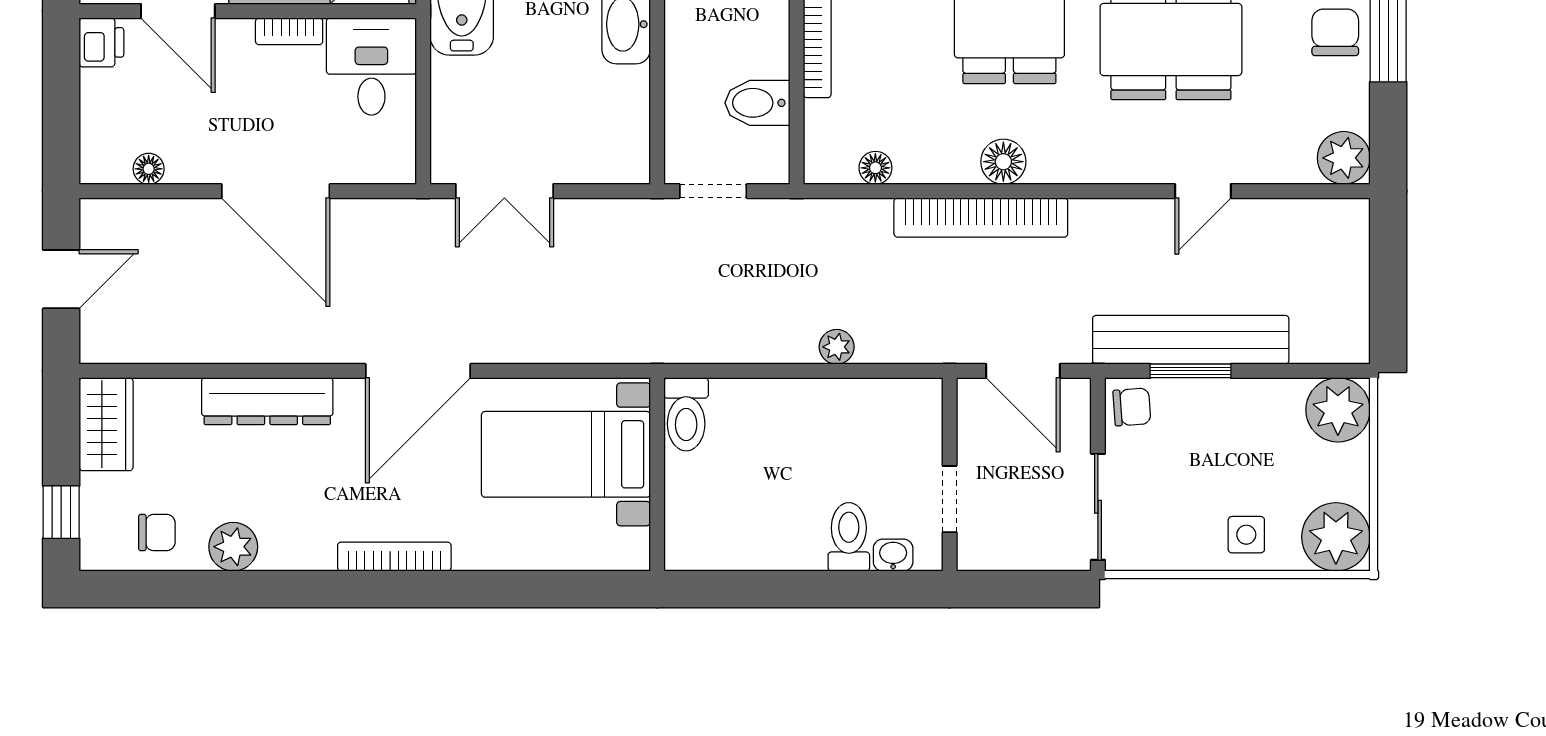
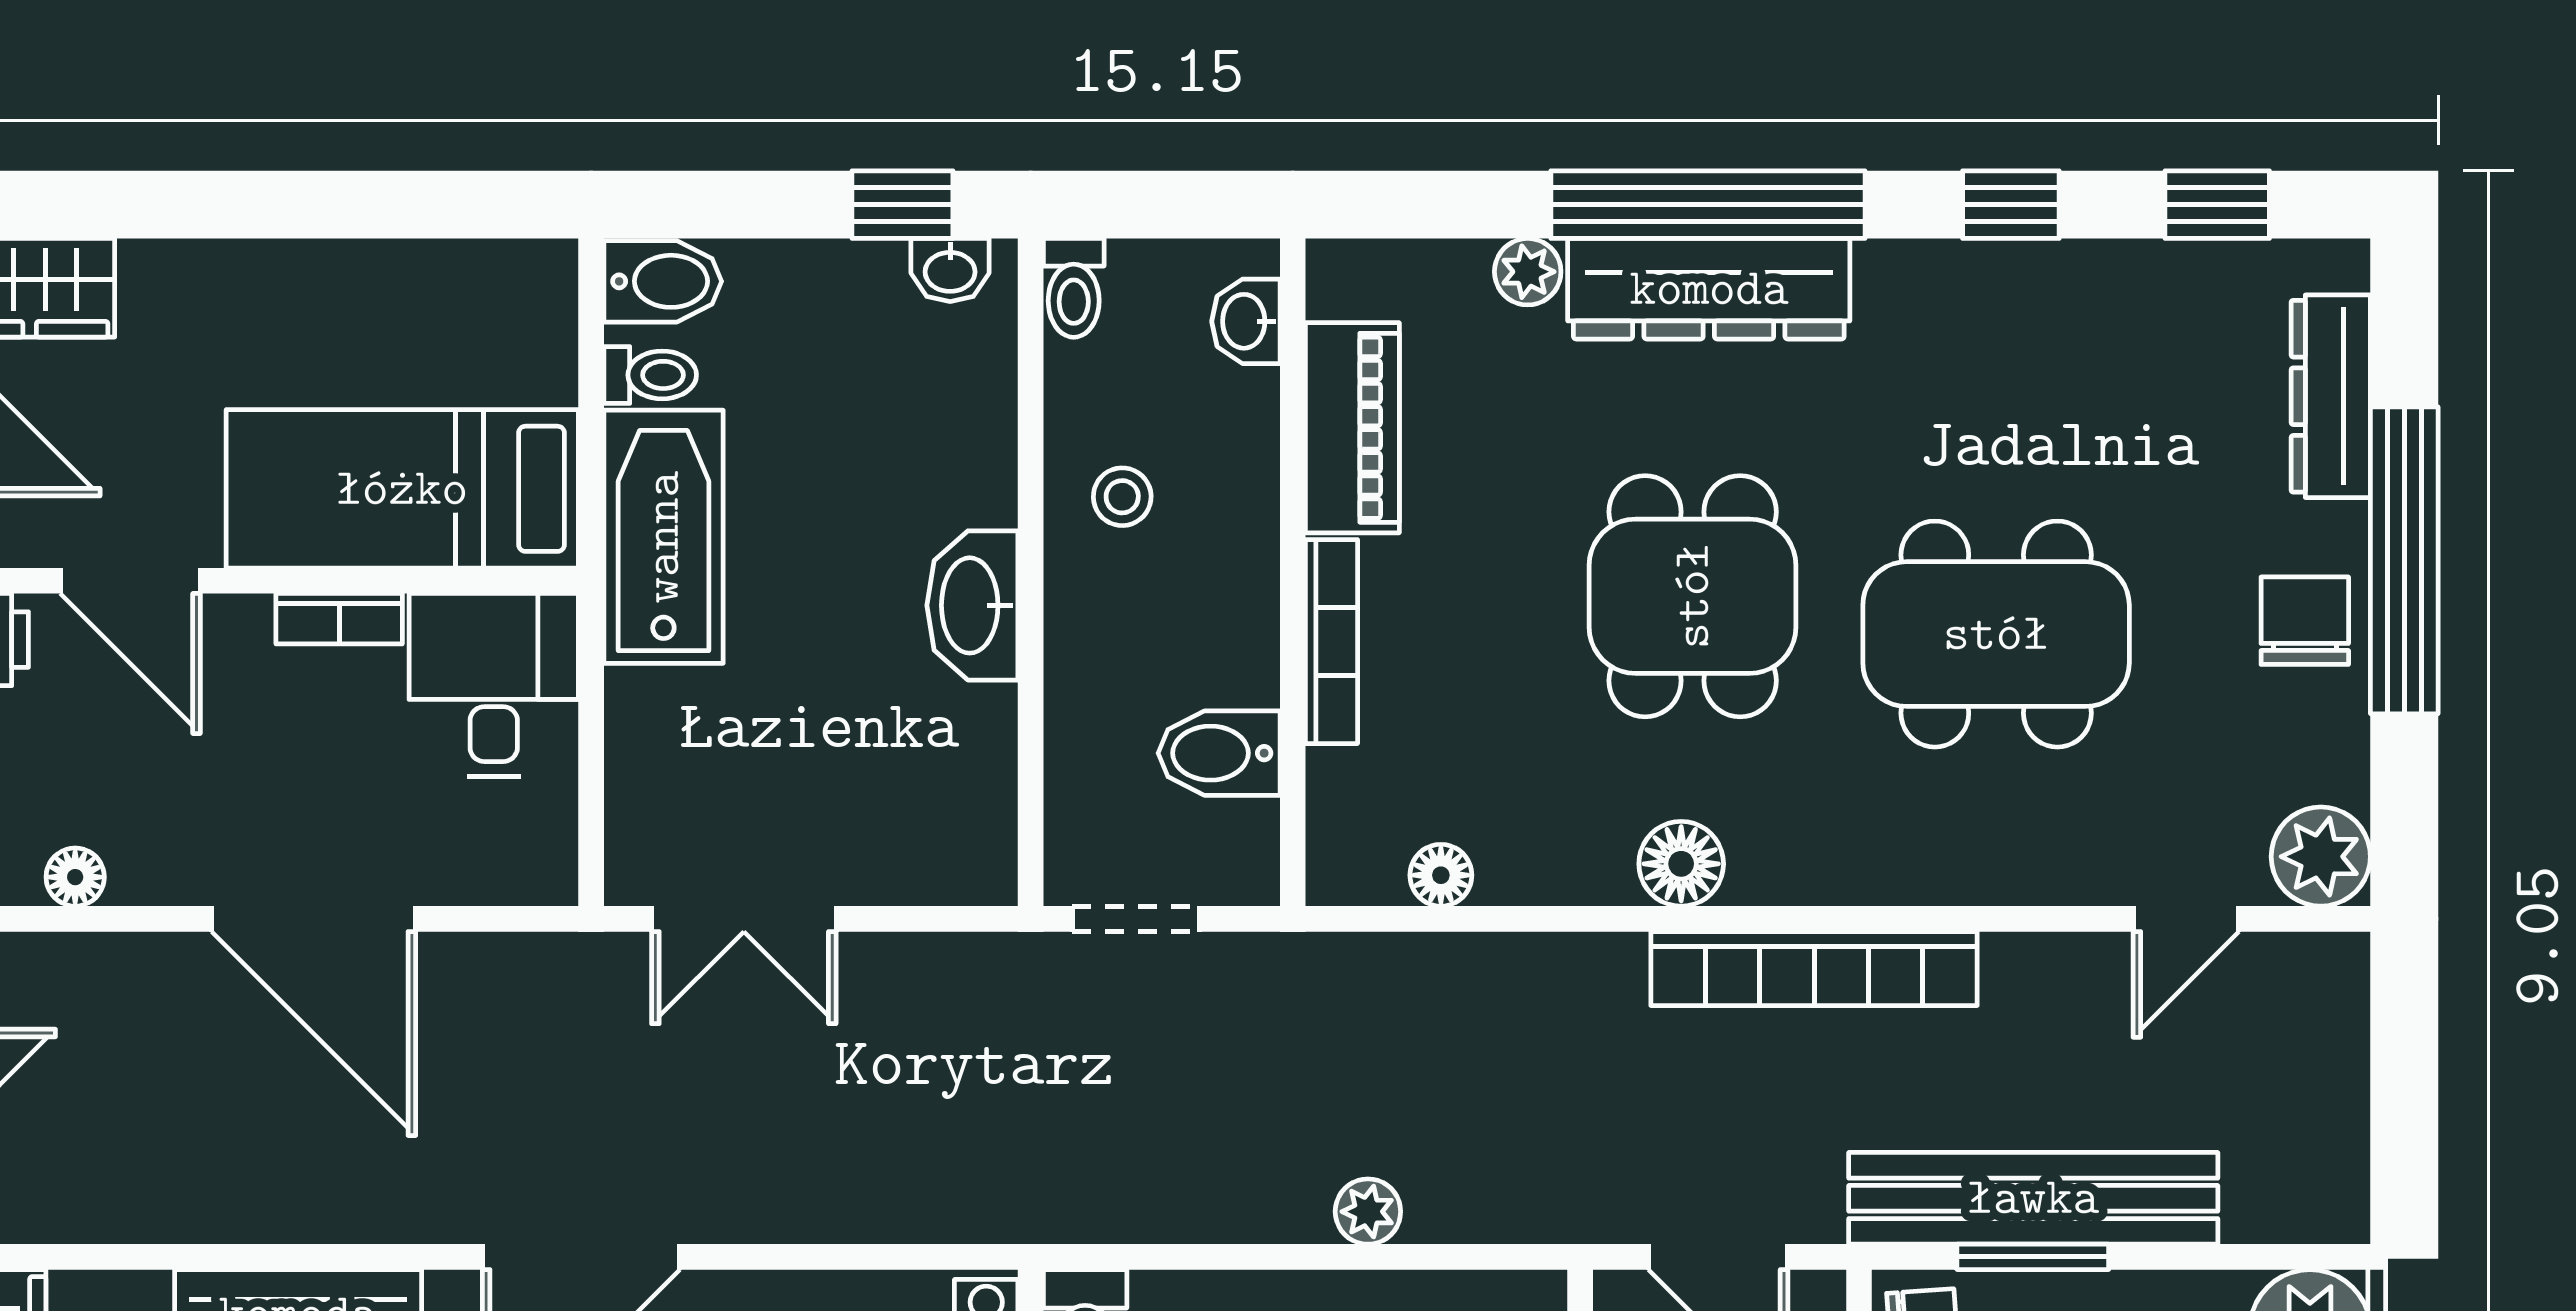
door: (1203, 191) -> (2186, 919), moved
bookcase: (981, 217) -> (1814, 969), moved

